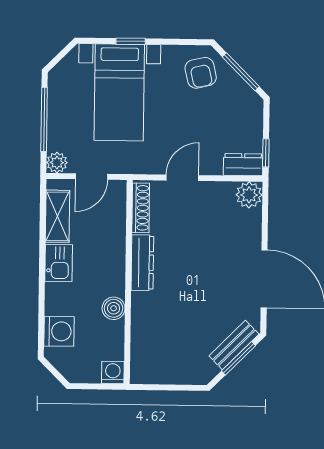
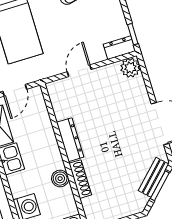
shoe rack: (141, 208) -> (80, 179), moved

